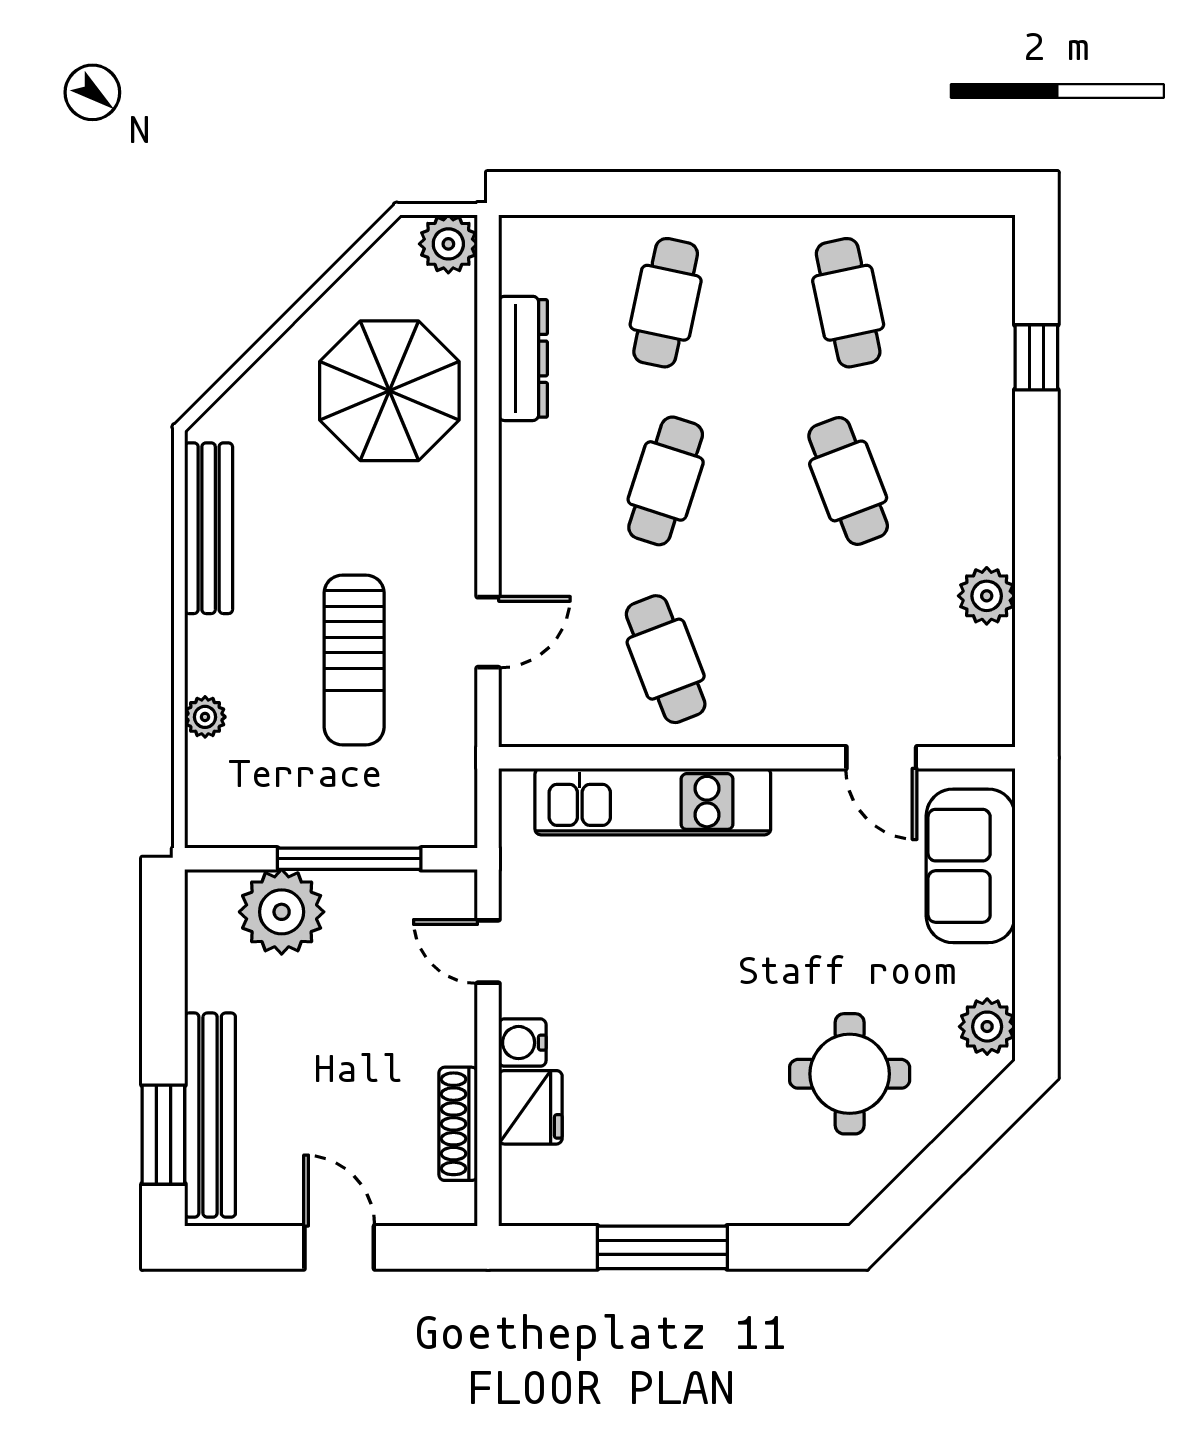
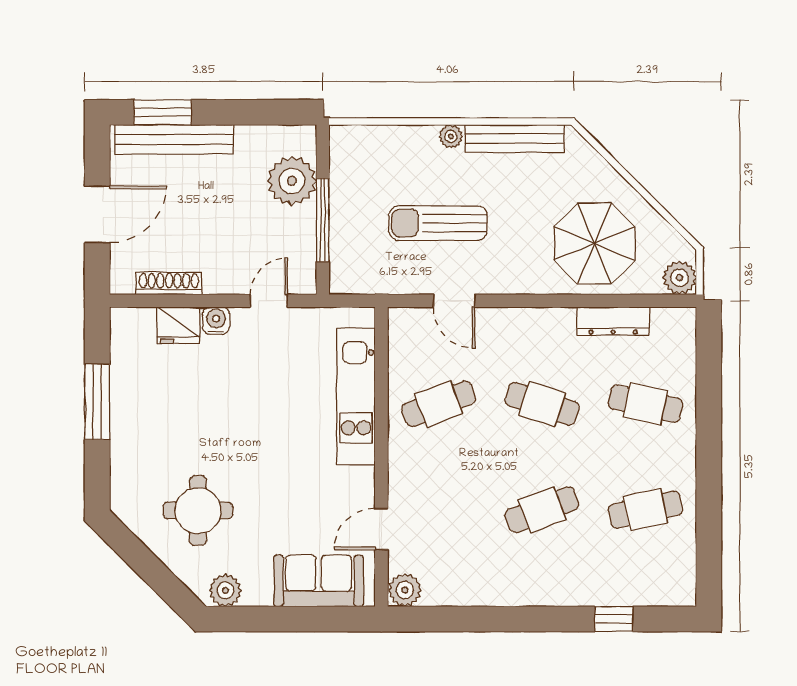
plant: (987, 596) -> (405, 590), moved
plant: (205, 717) -> (451, 136), moved
door: (339, 1247) -> (97, 214), width x1.37

